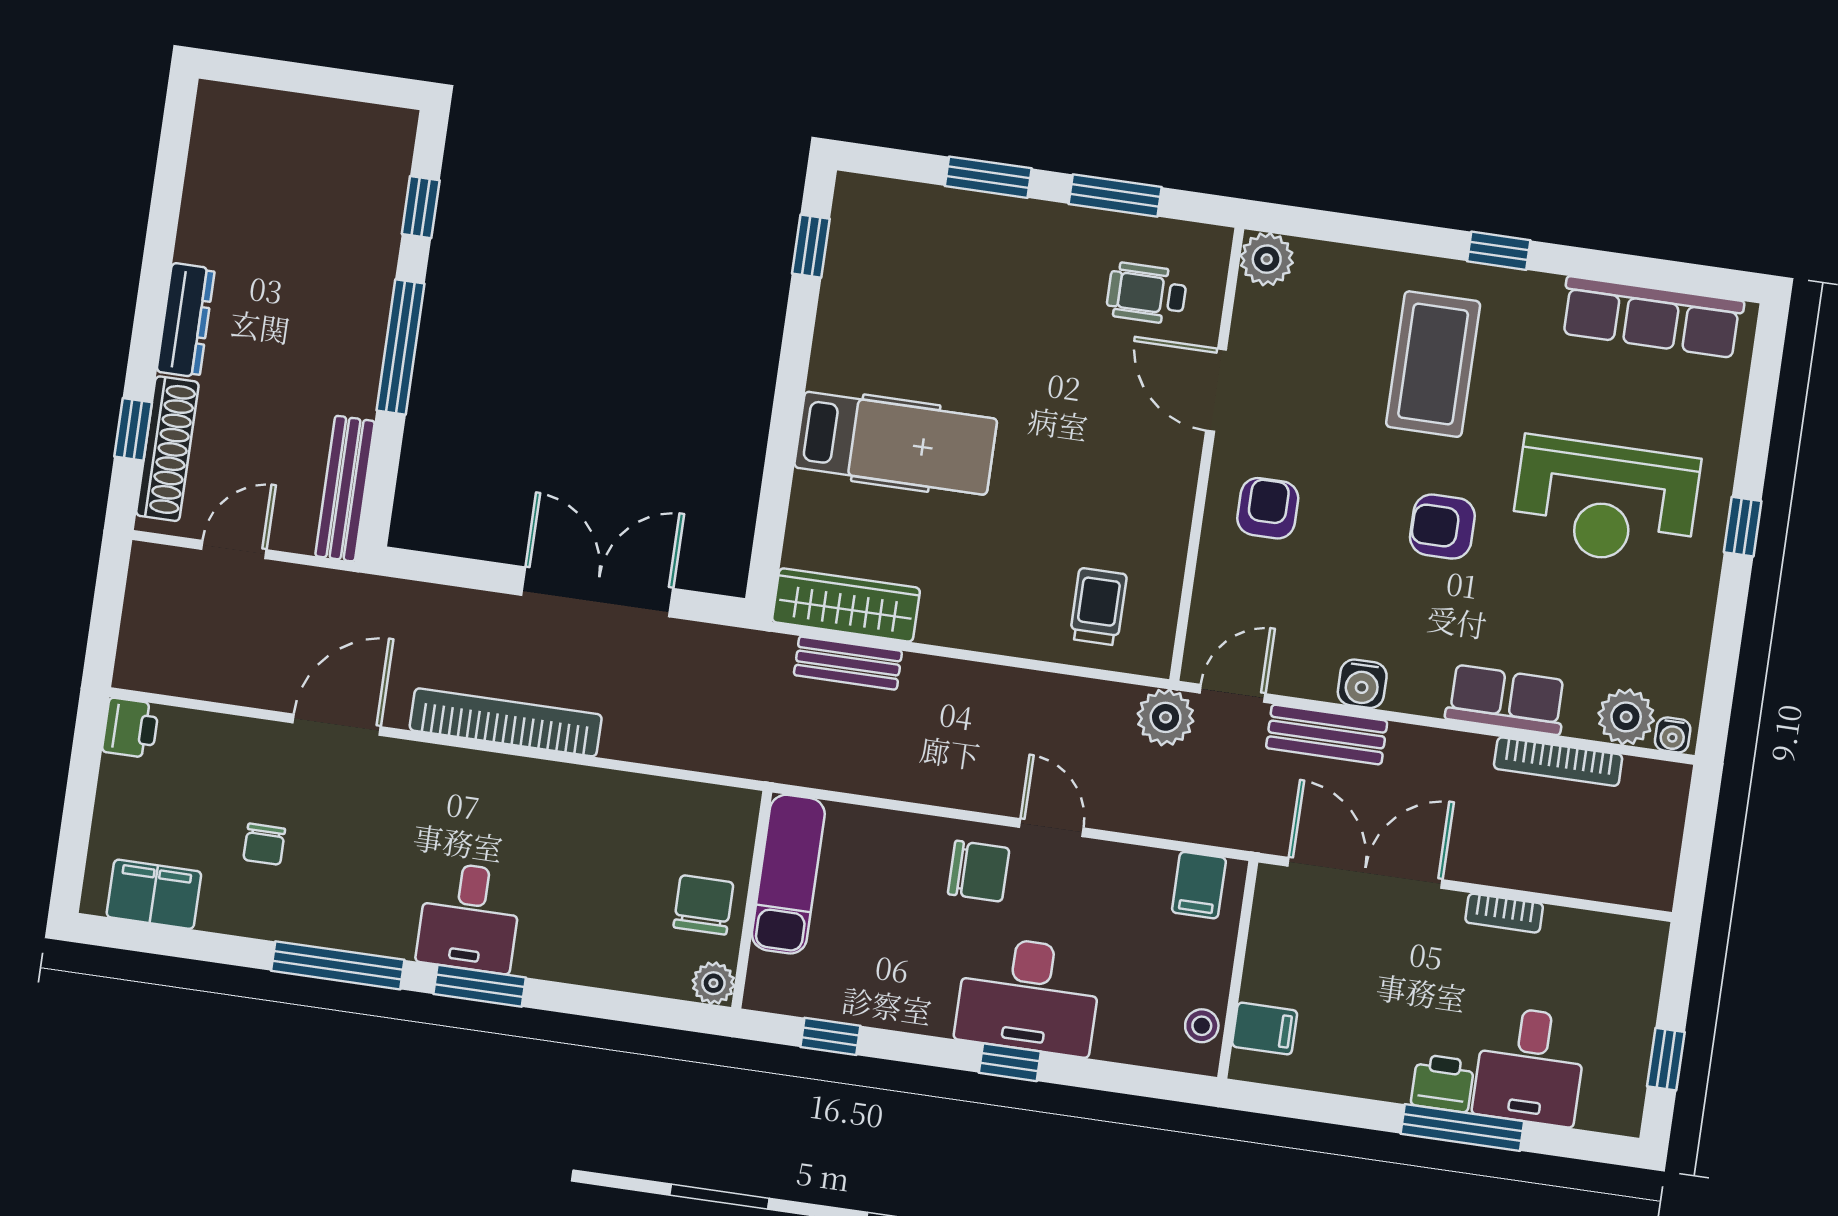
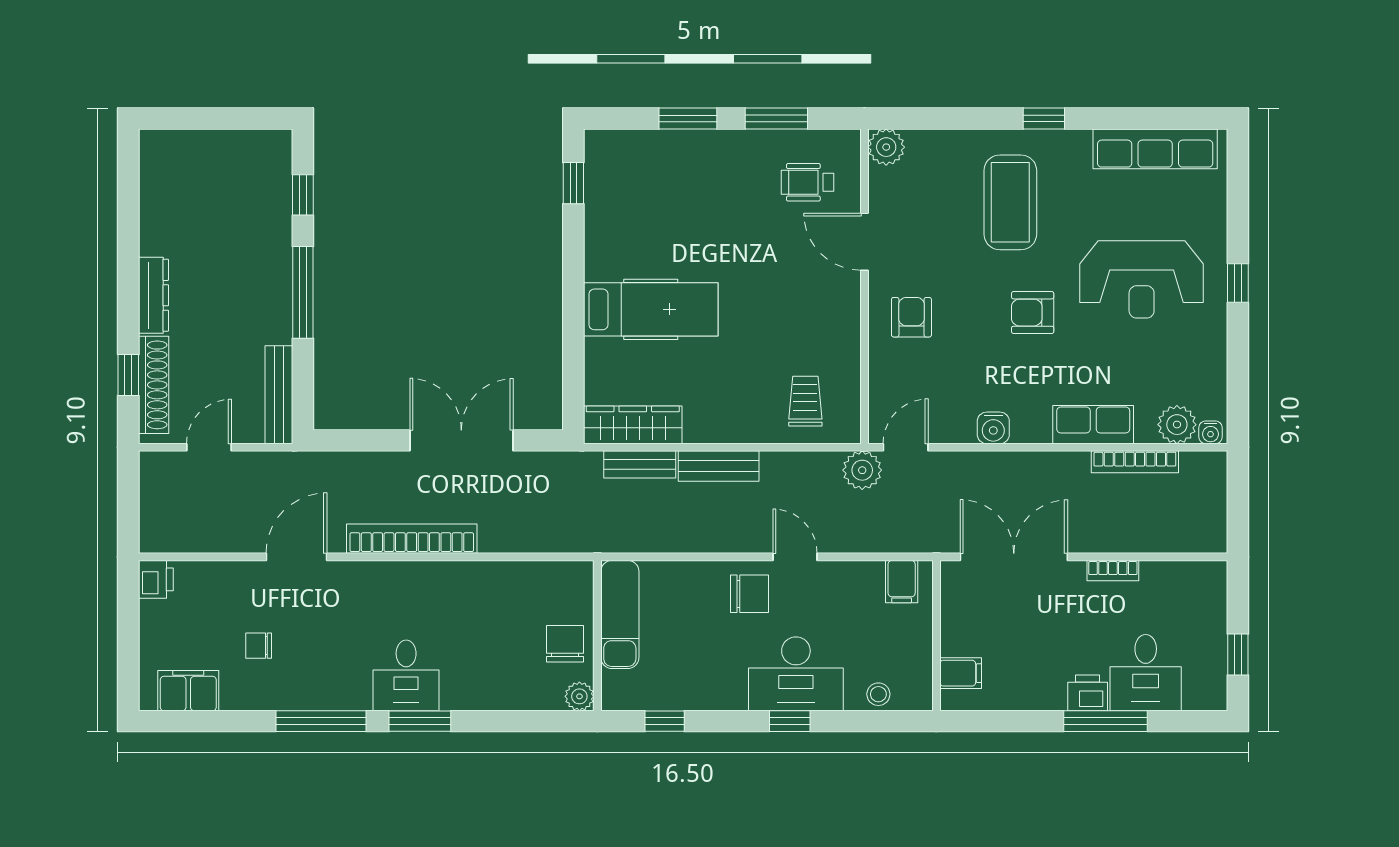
bench: (1327, 734) -> (719, 466), moved
chair: (264, 844) -> (259, 646), turned 90
stool: (1202, 1026) -> (878, 694), moved

